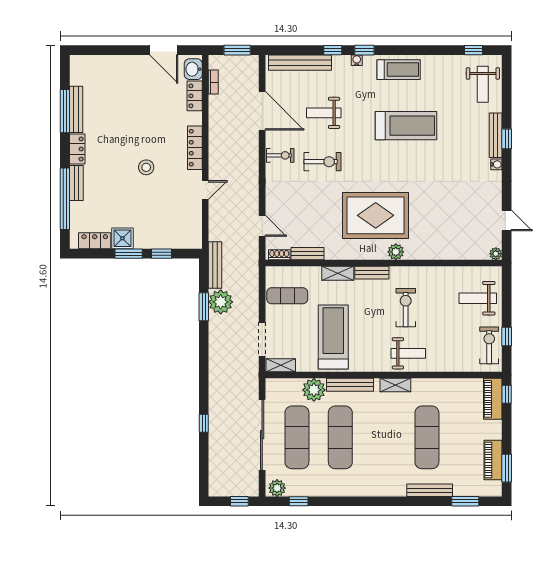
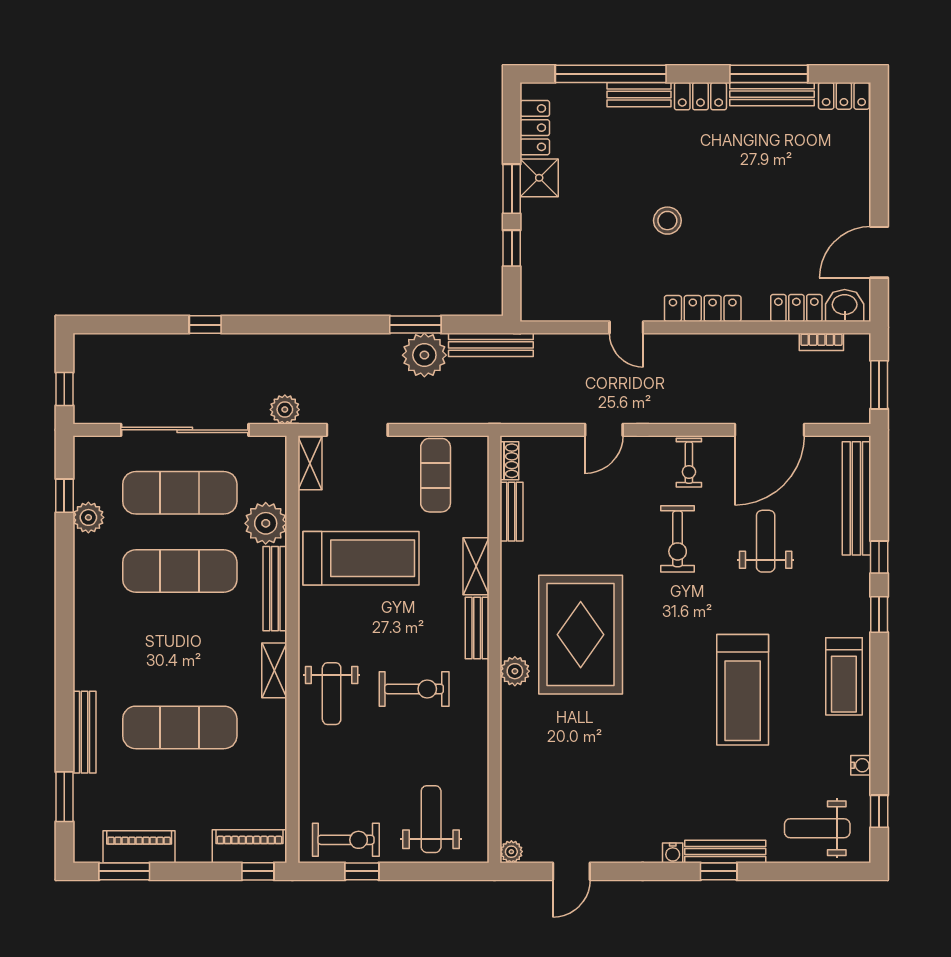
water cooler: (357, 60) -> (861, 765), moved
locker: (77, 70) -> (844, 96), added
door: (262, 226) -> (604, 430), moved
plant: (251, 379) -> (285, 410), added
plant: (277, 488) -> (88, 517), moved

